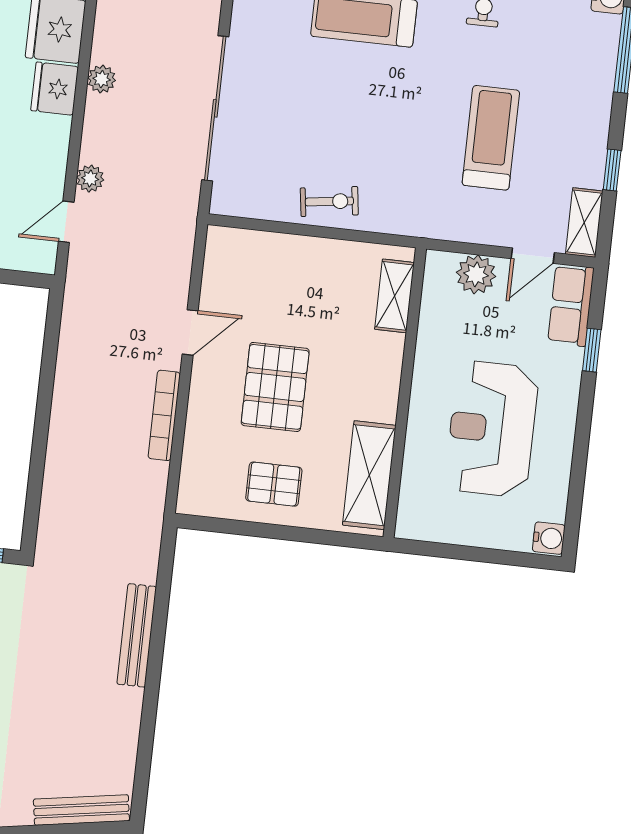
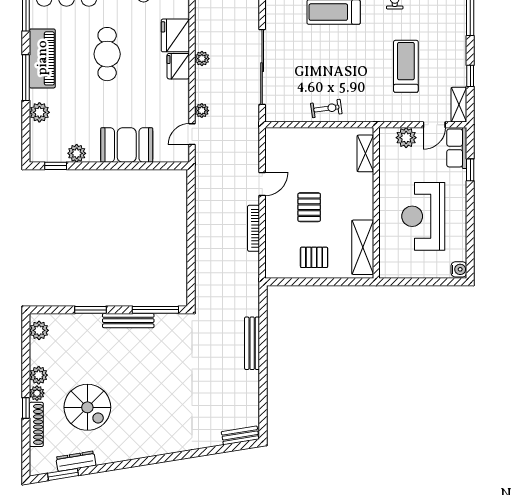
pallet: (275, 387) -> (309, 207), width x0.67, depth x0.71
bench: (81, 810) -> (240, 435), width x0.73

